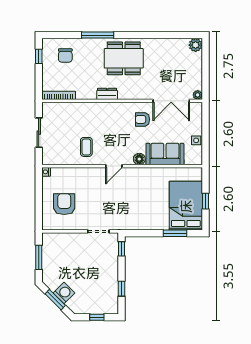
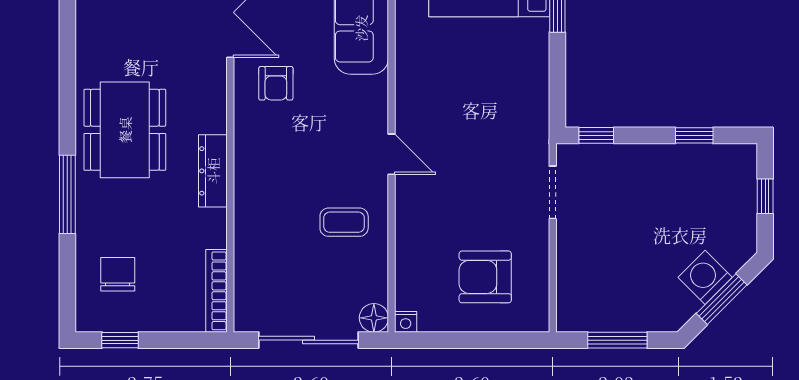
chair: (65, 55) -> (118, 274), turned -90
dresser: (107, 94) -> (213, 171), width x1.44
sliding door: (39, 133) -> (309, 340), width x1.37
floor lamp: (139, 159) -> (374, 318), moved

